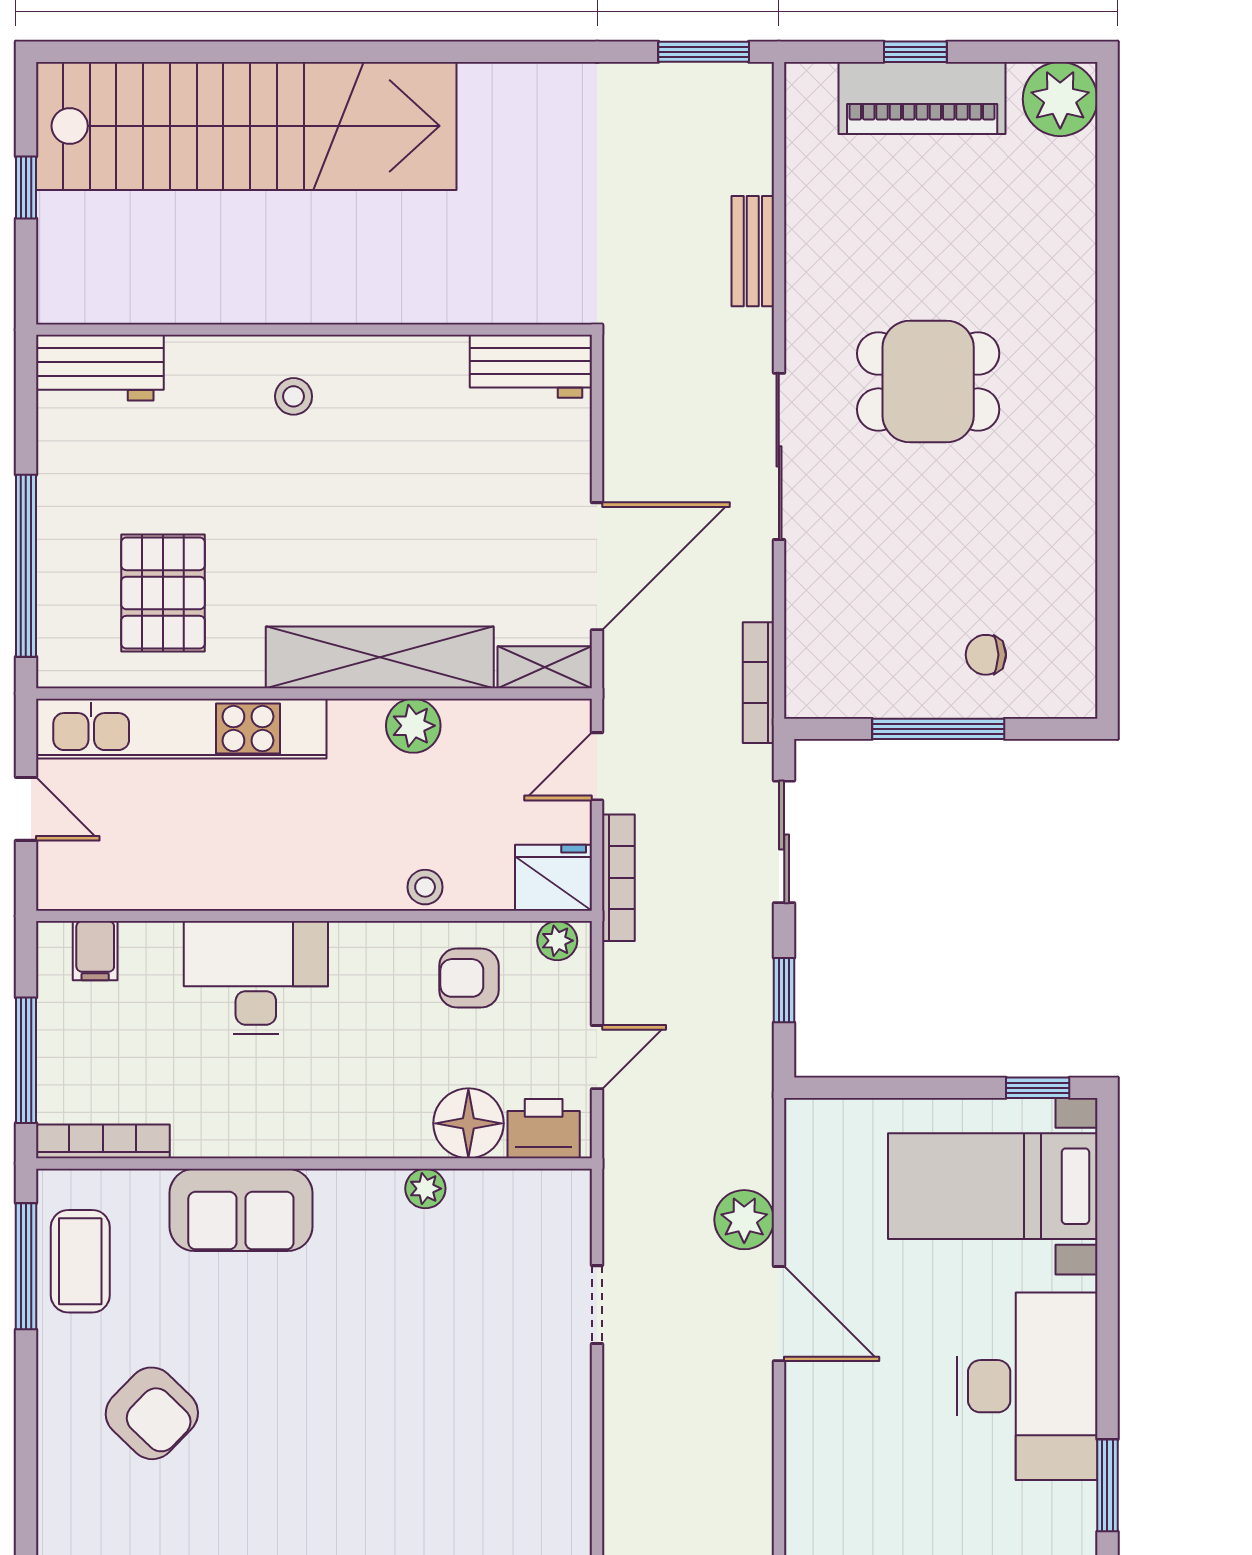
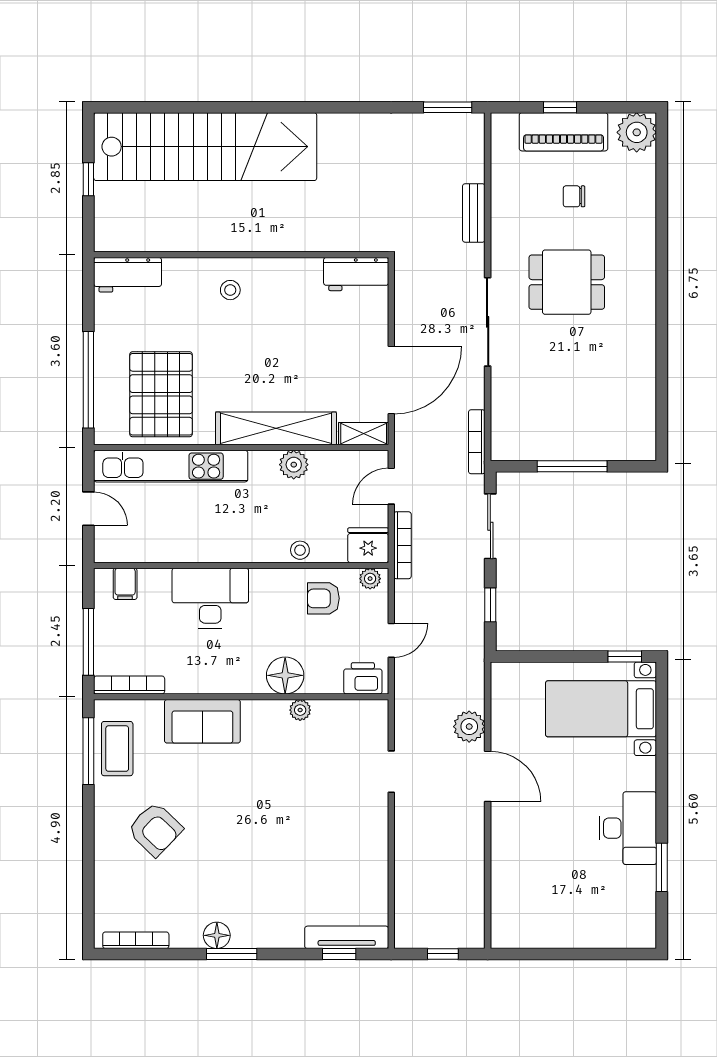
pallet: (163, 593) -> (161, 394), width x1.37, depth x1.41
chair: (986, 655) -> (574, 196), moved
floor lamp: (468, 1123) -> (285, 675), moved
desk: (1027, 1386) -> (628, 828), width x0.73, depth x0.77

